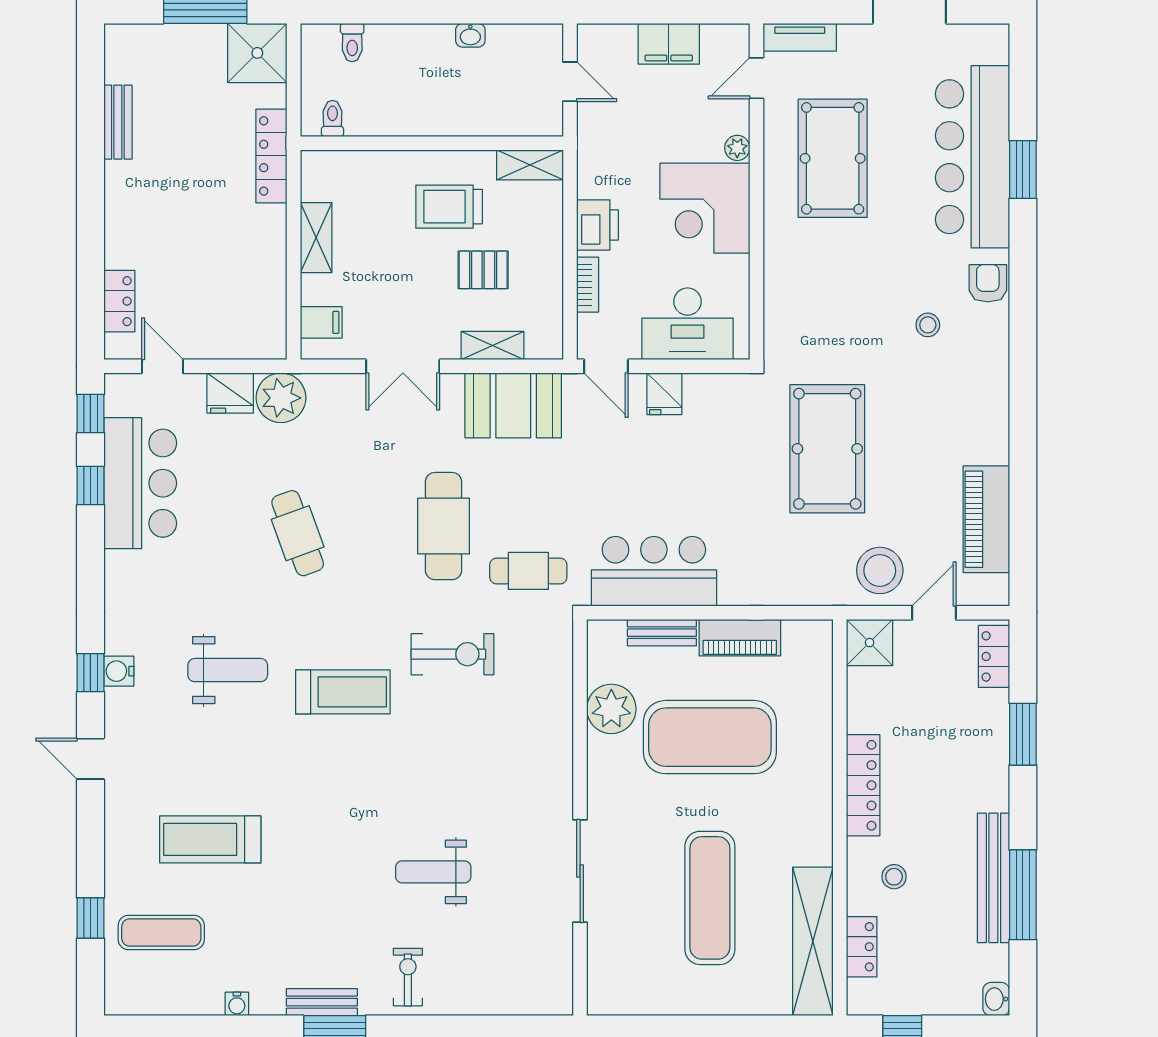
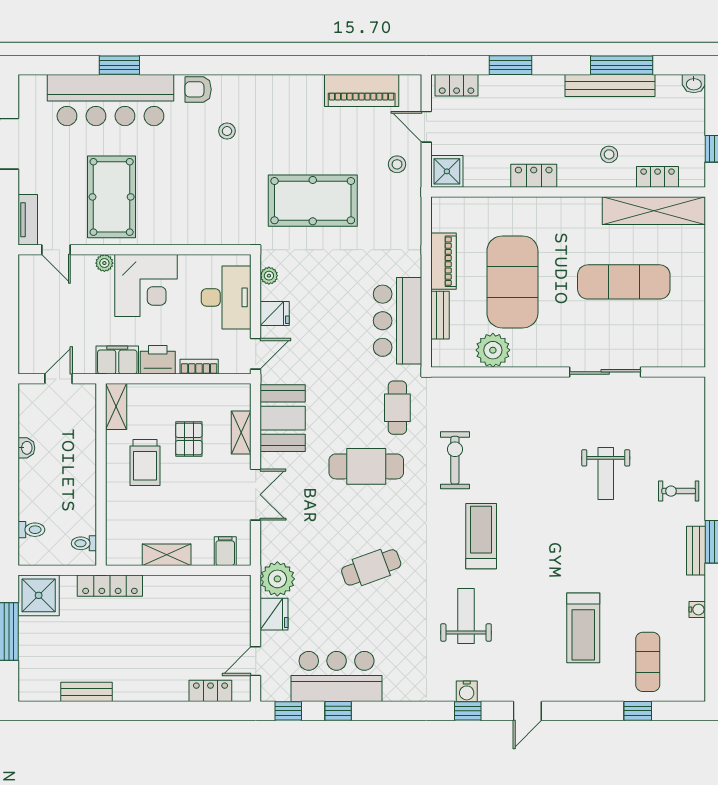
filing cabinet: (669, 44) -> (117, 360), moved, turned -90
pool table: (833, 158) -> (112, 197), turned 90
plant: (719, 386) -> (269, 276), added
stool: (880, 570) -> (397, 164), width x0.53, depth x0.53
locker: (863, 785) -> (534, 176), width x0.66

